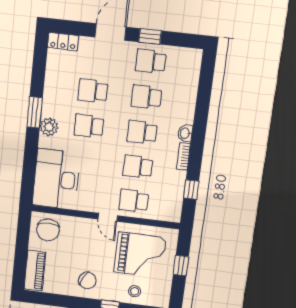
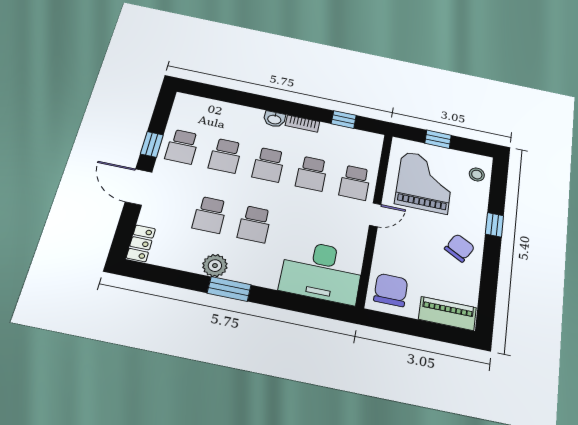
plant: (49, 127) -> (215, 266), moved
chair: (48, 230) -> (391, 290), turned -90
stool: (135, 291) -> (477, 175), moved

